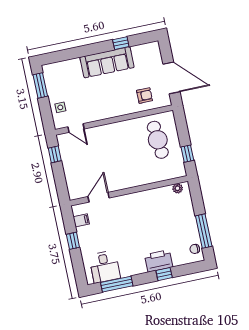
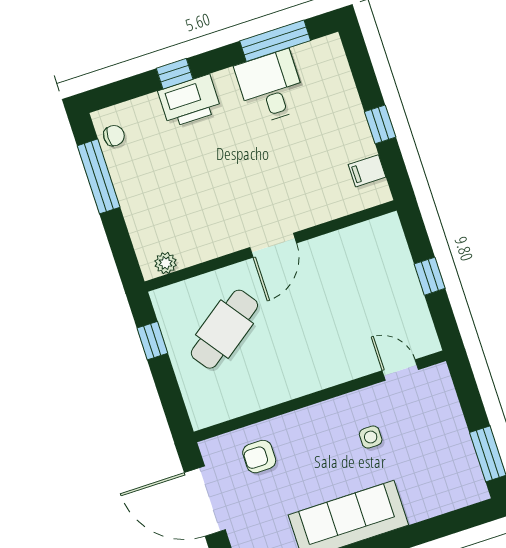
side table: (60, 107) -> (371, 437), moved
cafe table: (158, 140) -> (224, 329), moved, turned 59
window: (55, 154) -> (430, 276), moved
door: (99, 197) -> (273, 245), moved
desk: (105, 267) -> (271, 87), moved

